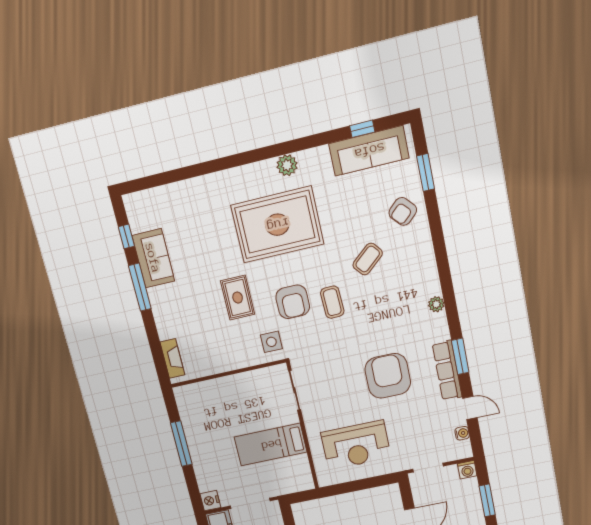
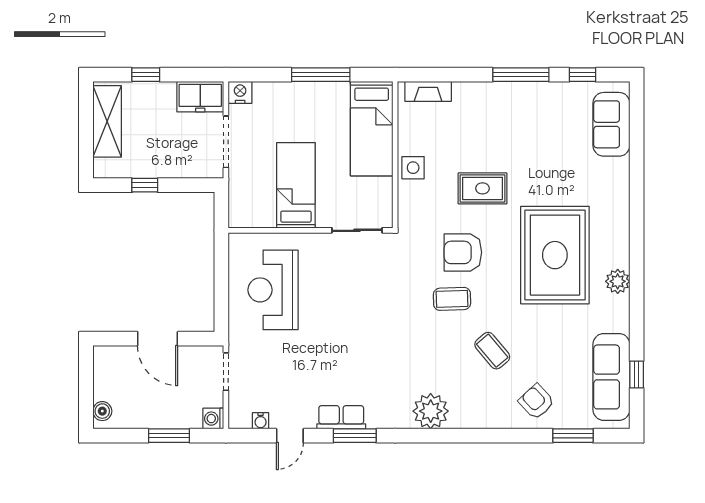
sofa: (153, 258) -> (611, 124), moved, turned 90
plant: (436, 304) -> (431, 411), width x1.88, depth x1.88
side table: (271, 342) -> (413, 168), moved
row of seats: (447, 370) -> (341, 417), width x0.68
armchair: (388, 376) -> (350, 346), removed
bed: (212, 396) -> (372, 129), added

